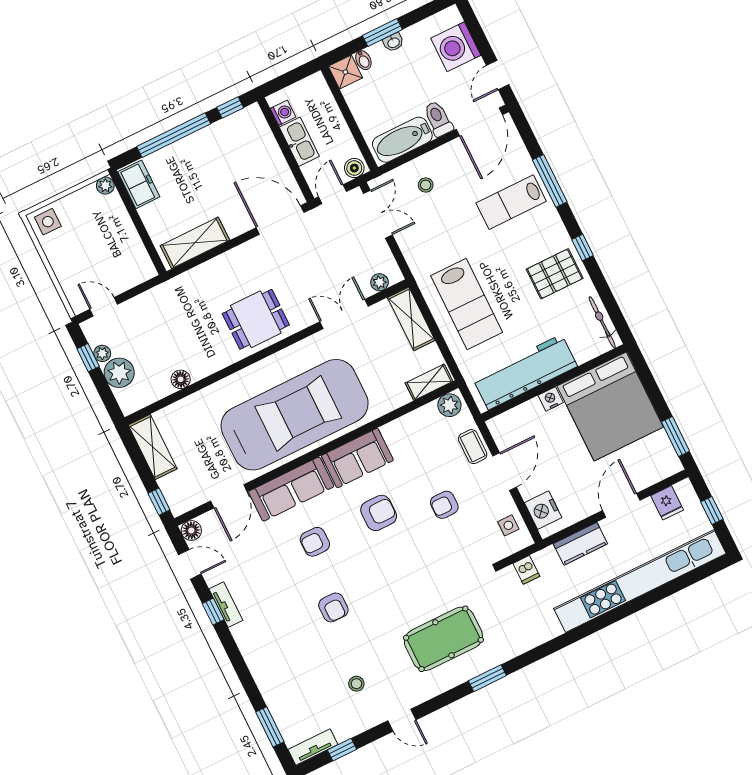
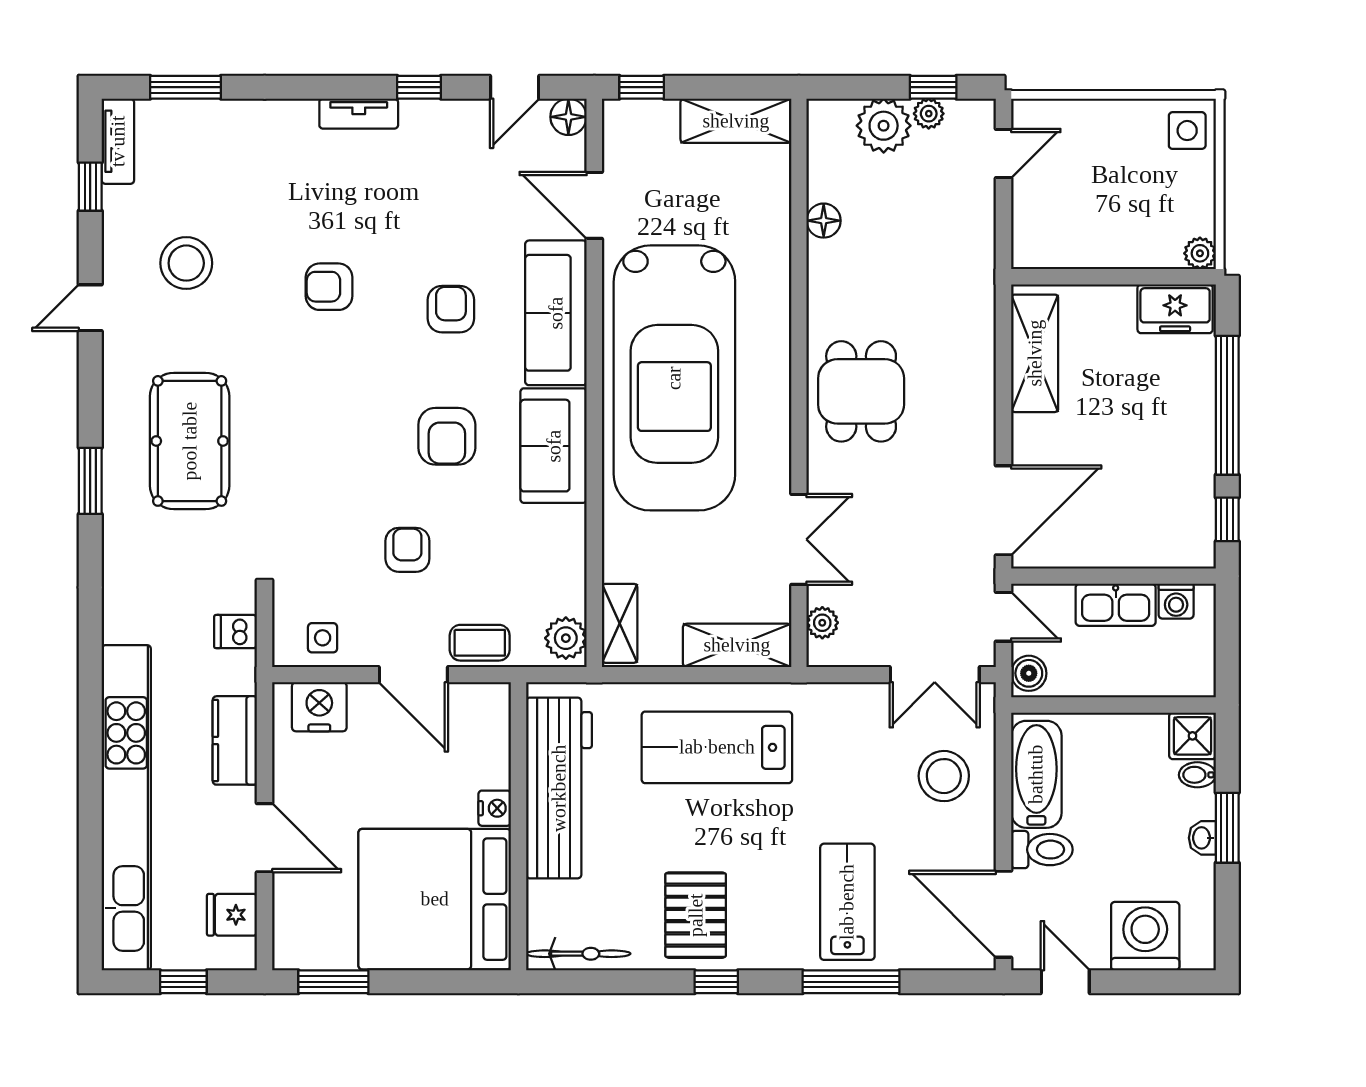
stool: (426, 185) -> (944, 776), width x1.89, depth x1.89
tv unit: (226, 605) -> (359, 114), moved
stool: (356, 684) -> (186, 263), width x1.89, depth x1.89

